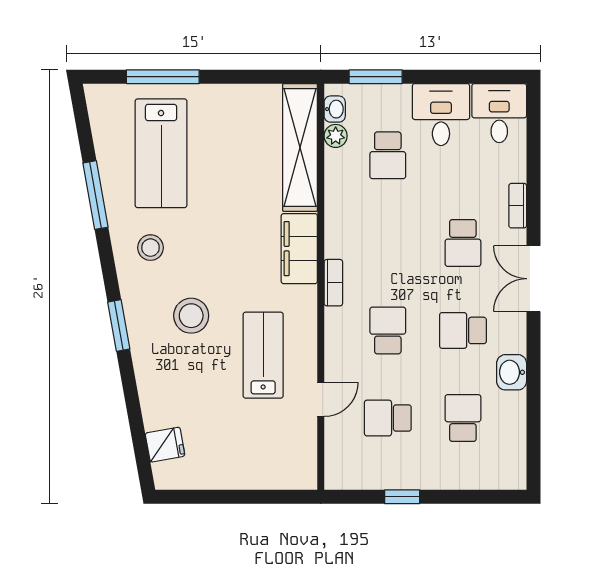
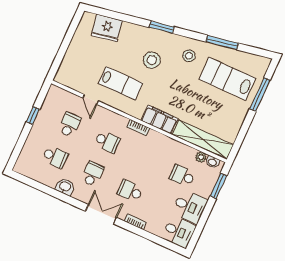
fridge: (165, 445) -> (107, 28), width x1.88, depth x1.34

